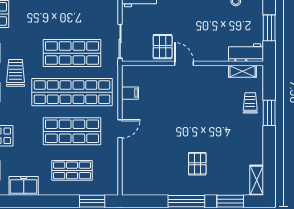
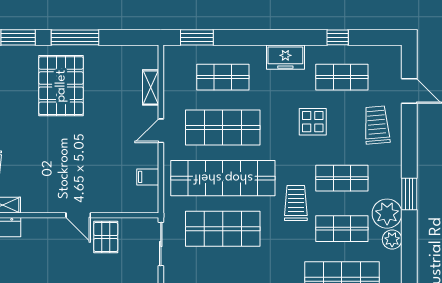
trolley: (15, 73) -> (296, 203), turned 180
shelving: (128, 162) -> (151, 87), added
pallet: (197, 164) -> (61, 86), width x2.05, depth x2.00

